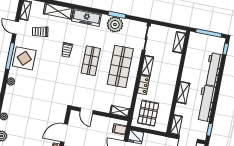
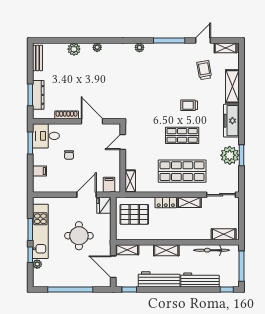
bicycle: (190, 55) -> (212, 250), added
display table: (24, 58) -> (170, 58), removed

